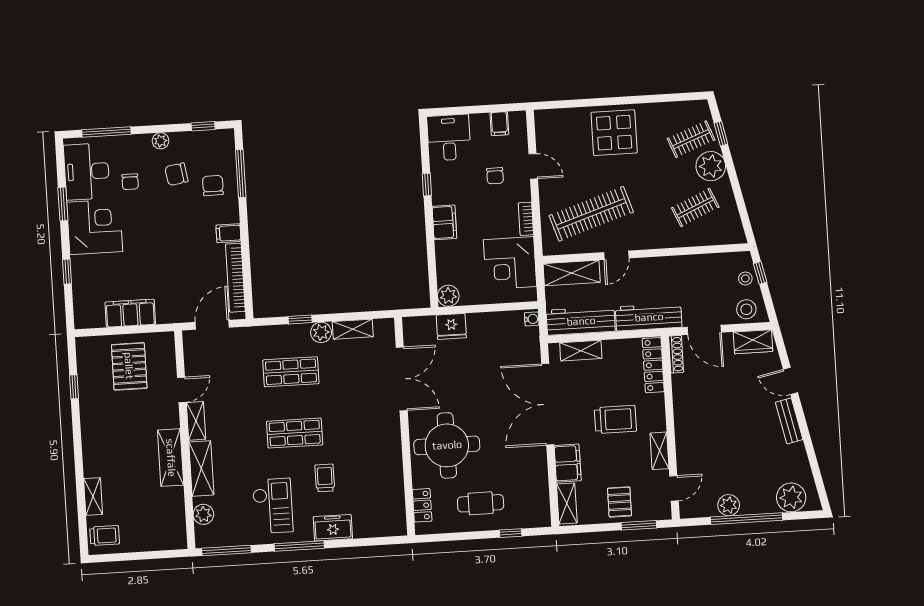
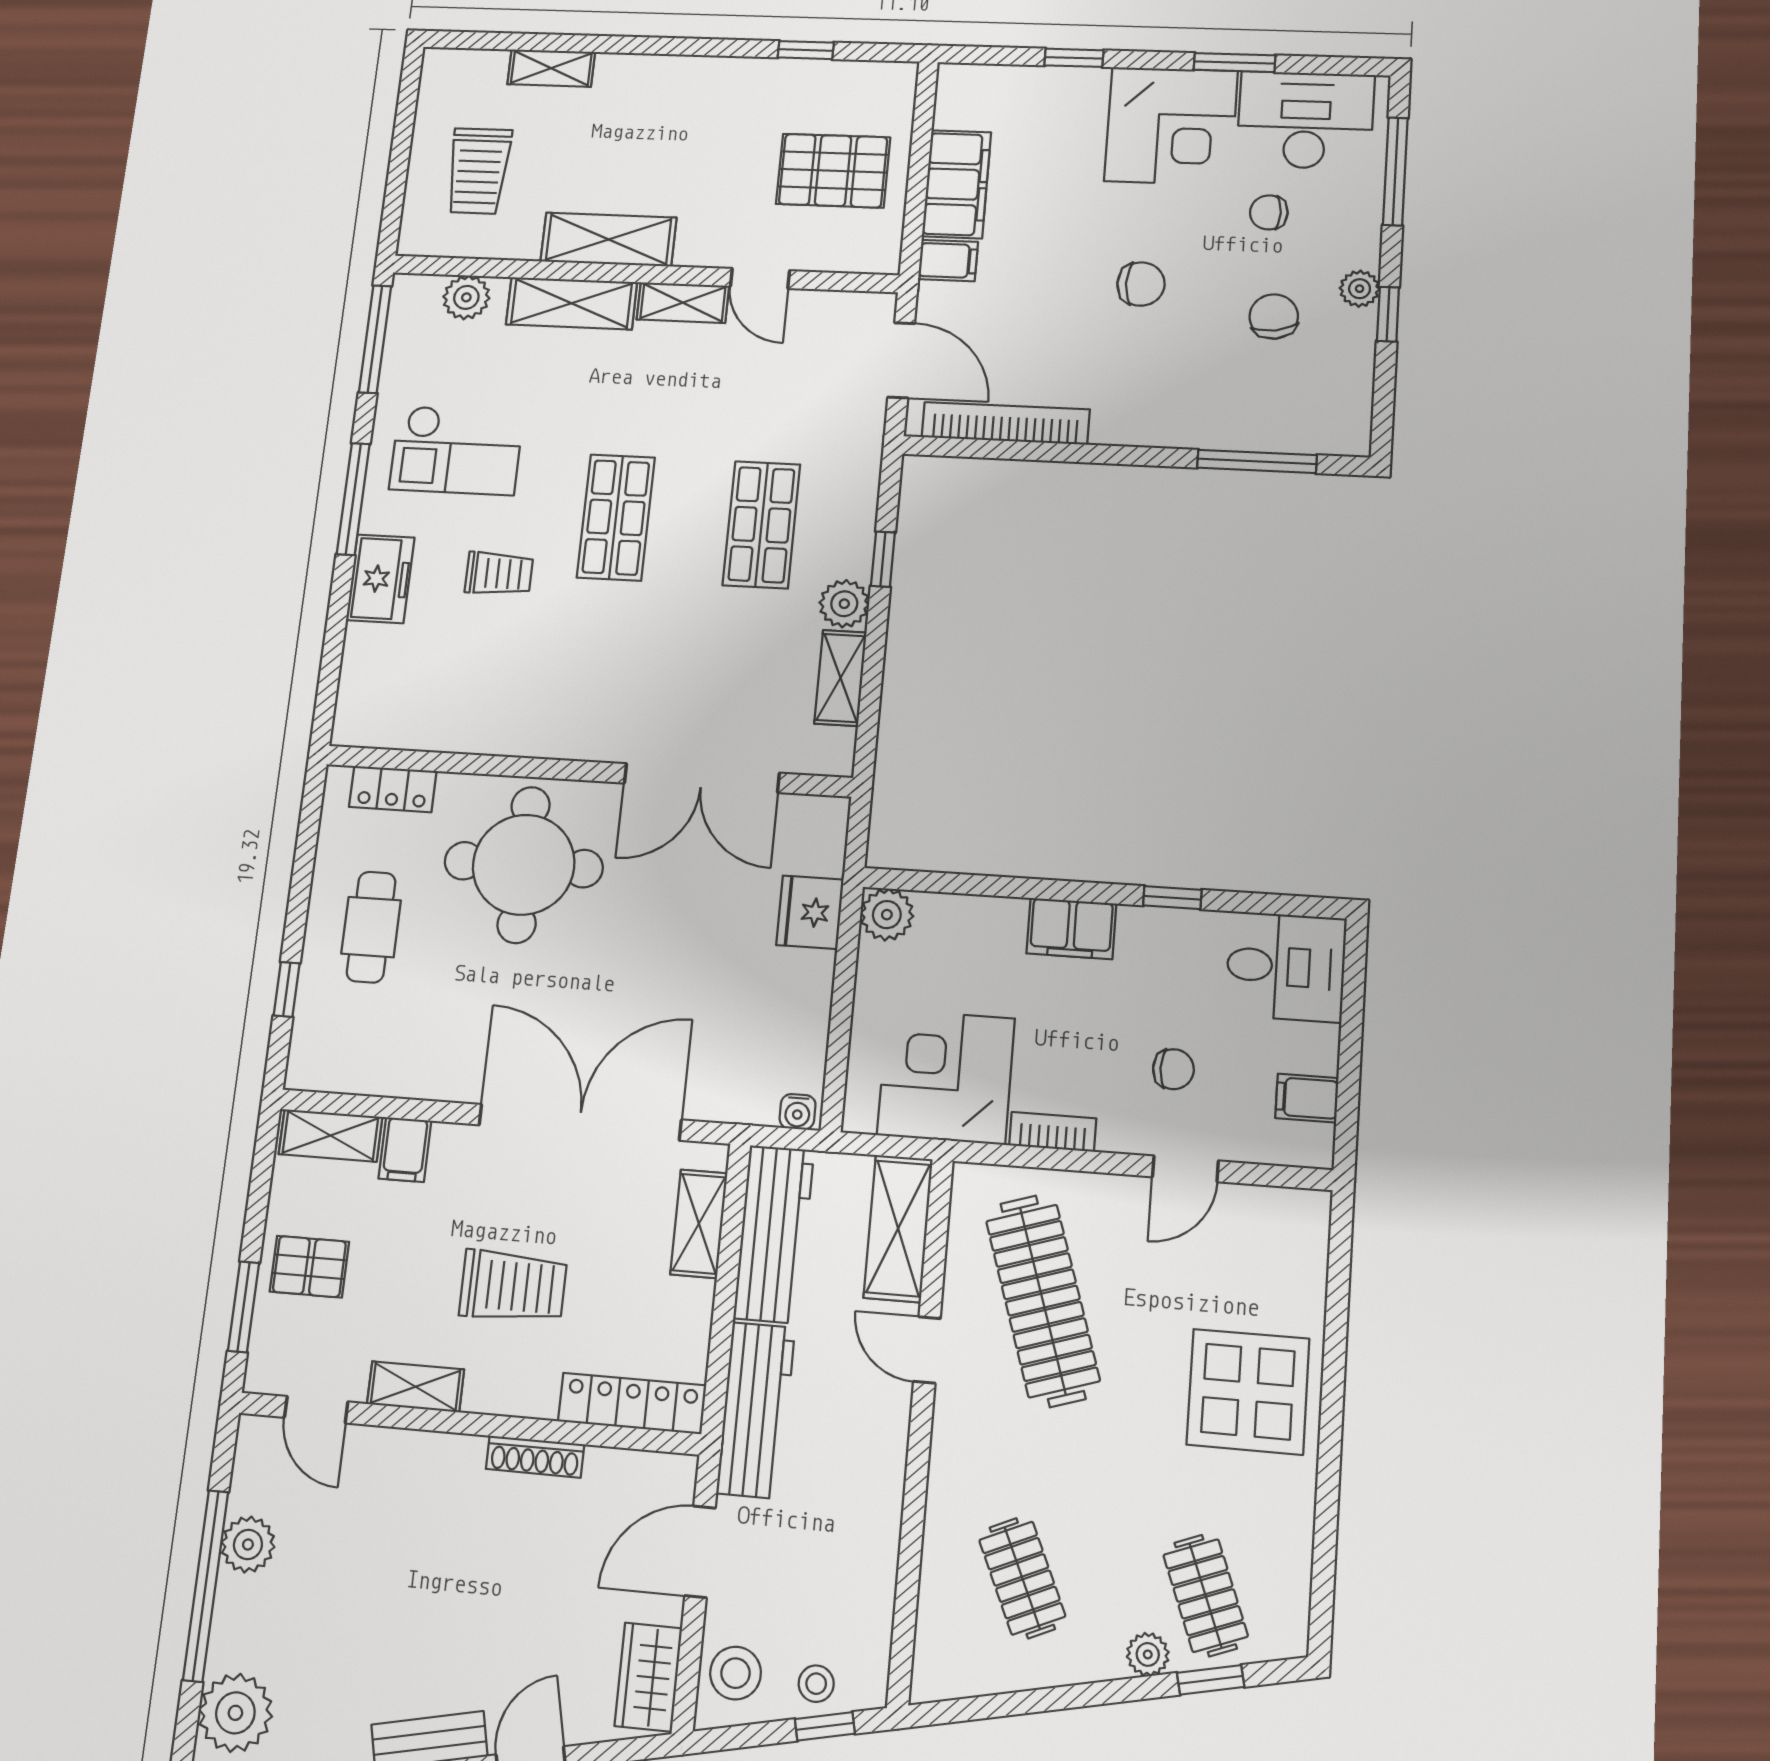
window: (203, 126) -> (1388, 314), moved
plant: (711, 166) -> (1148, 1654), width x0.53, depth x0.53
chair: (495, 176) -> (1173, 1069), turned 180
chair: (213, 185) -> (1141, 284), moved
filing cabinet: (228, 233) -> (948, 261), moved, turned 90
shoe rack: (676, 354) -> (535, 1457), moved
trolley: (615, 419) -> (513, 1286), turned -90
filing cabinet: (568, 463) -> (405, 1150), width x0.50
trolley: (105, 536) -> (478, 171), moved, width x1.36, depth x1.39

